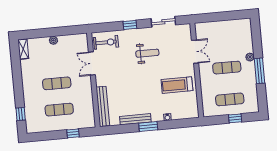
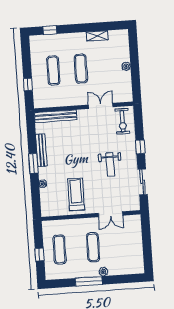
shelving: (23, 49) -> (97, 36), moved

